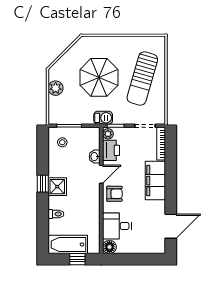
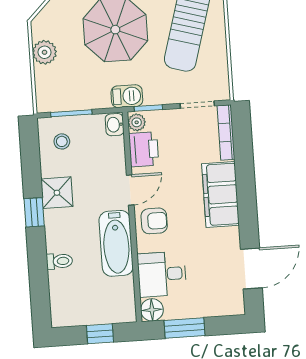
washbasin: (95, 157) -> (115, 125), moved
shower: (57, 187) -> (57, 193), moved
bathtub: (68, 244) -> (116, 243), moved, turned -90
window: (128, 259) -> (185, 328), added

